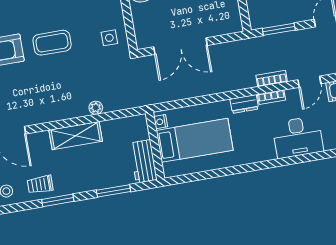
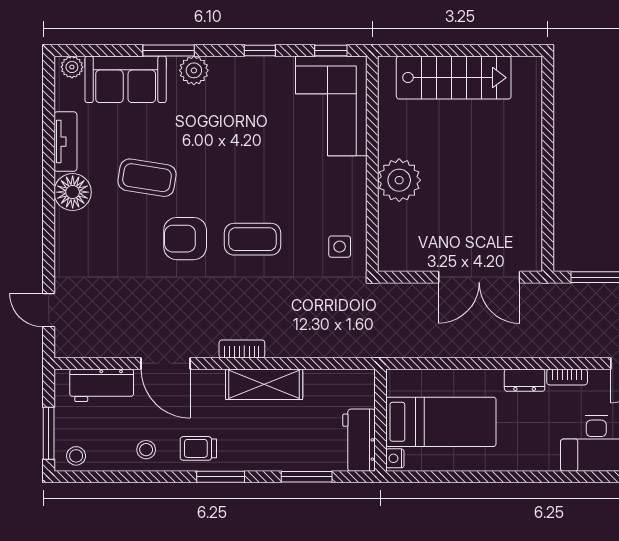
double door: (180, 46) -> (479, 277), moved
bookcase: (272, 78) -> (242, 349), moved
plant: (96, 108) -> (301, 348), removed
nightstand: (161, 122) -> (395, 458), moved

